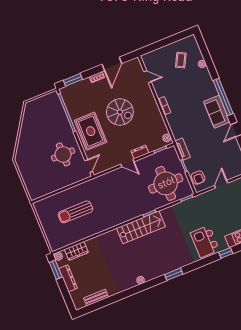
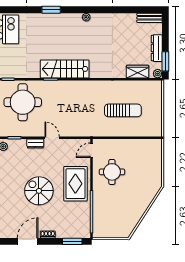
bench: (96, 298) -> (149, 18), moved

